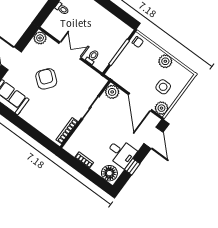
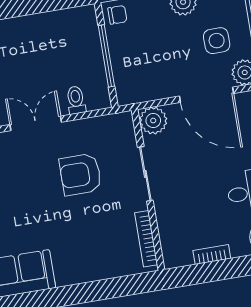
armchair: (46, 79) -> (80, 174), moved, turned -39

